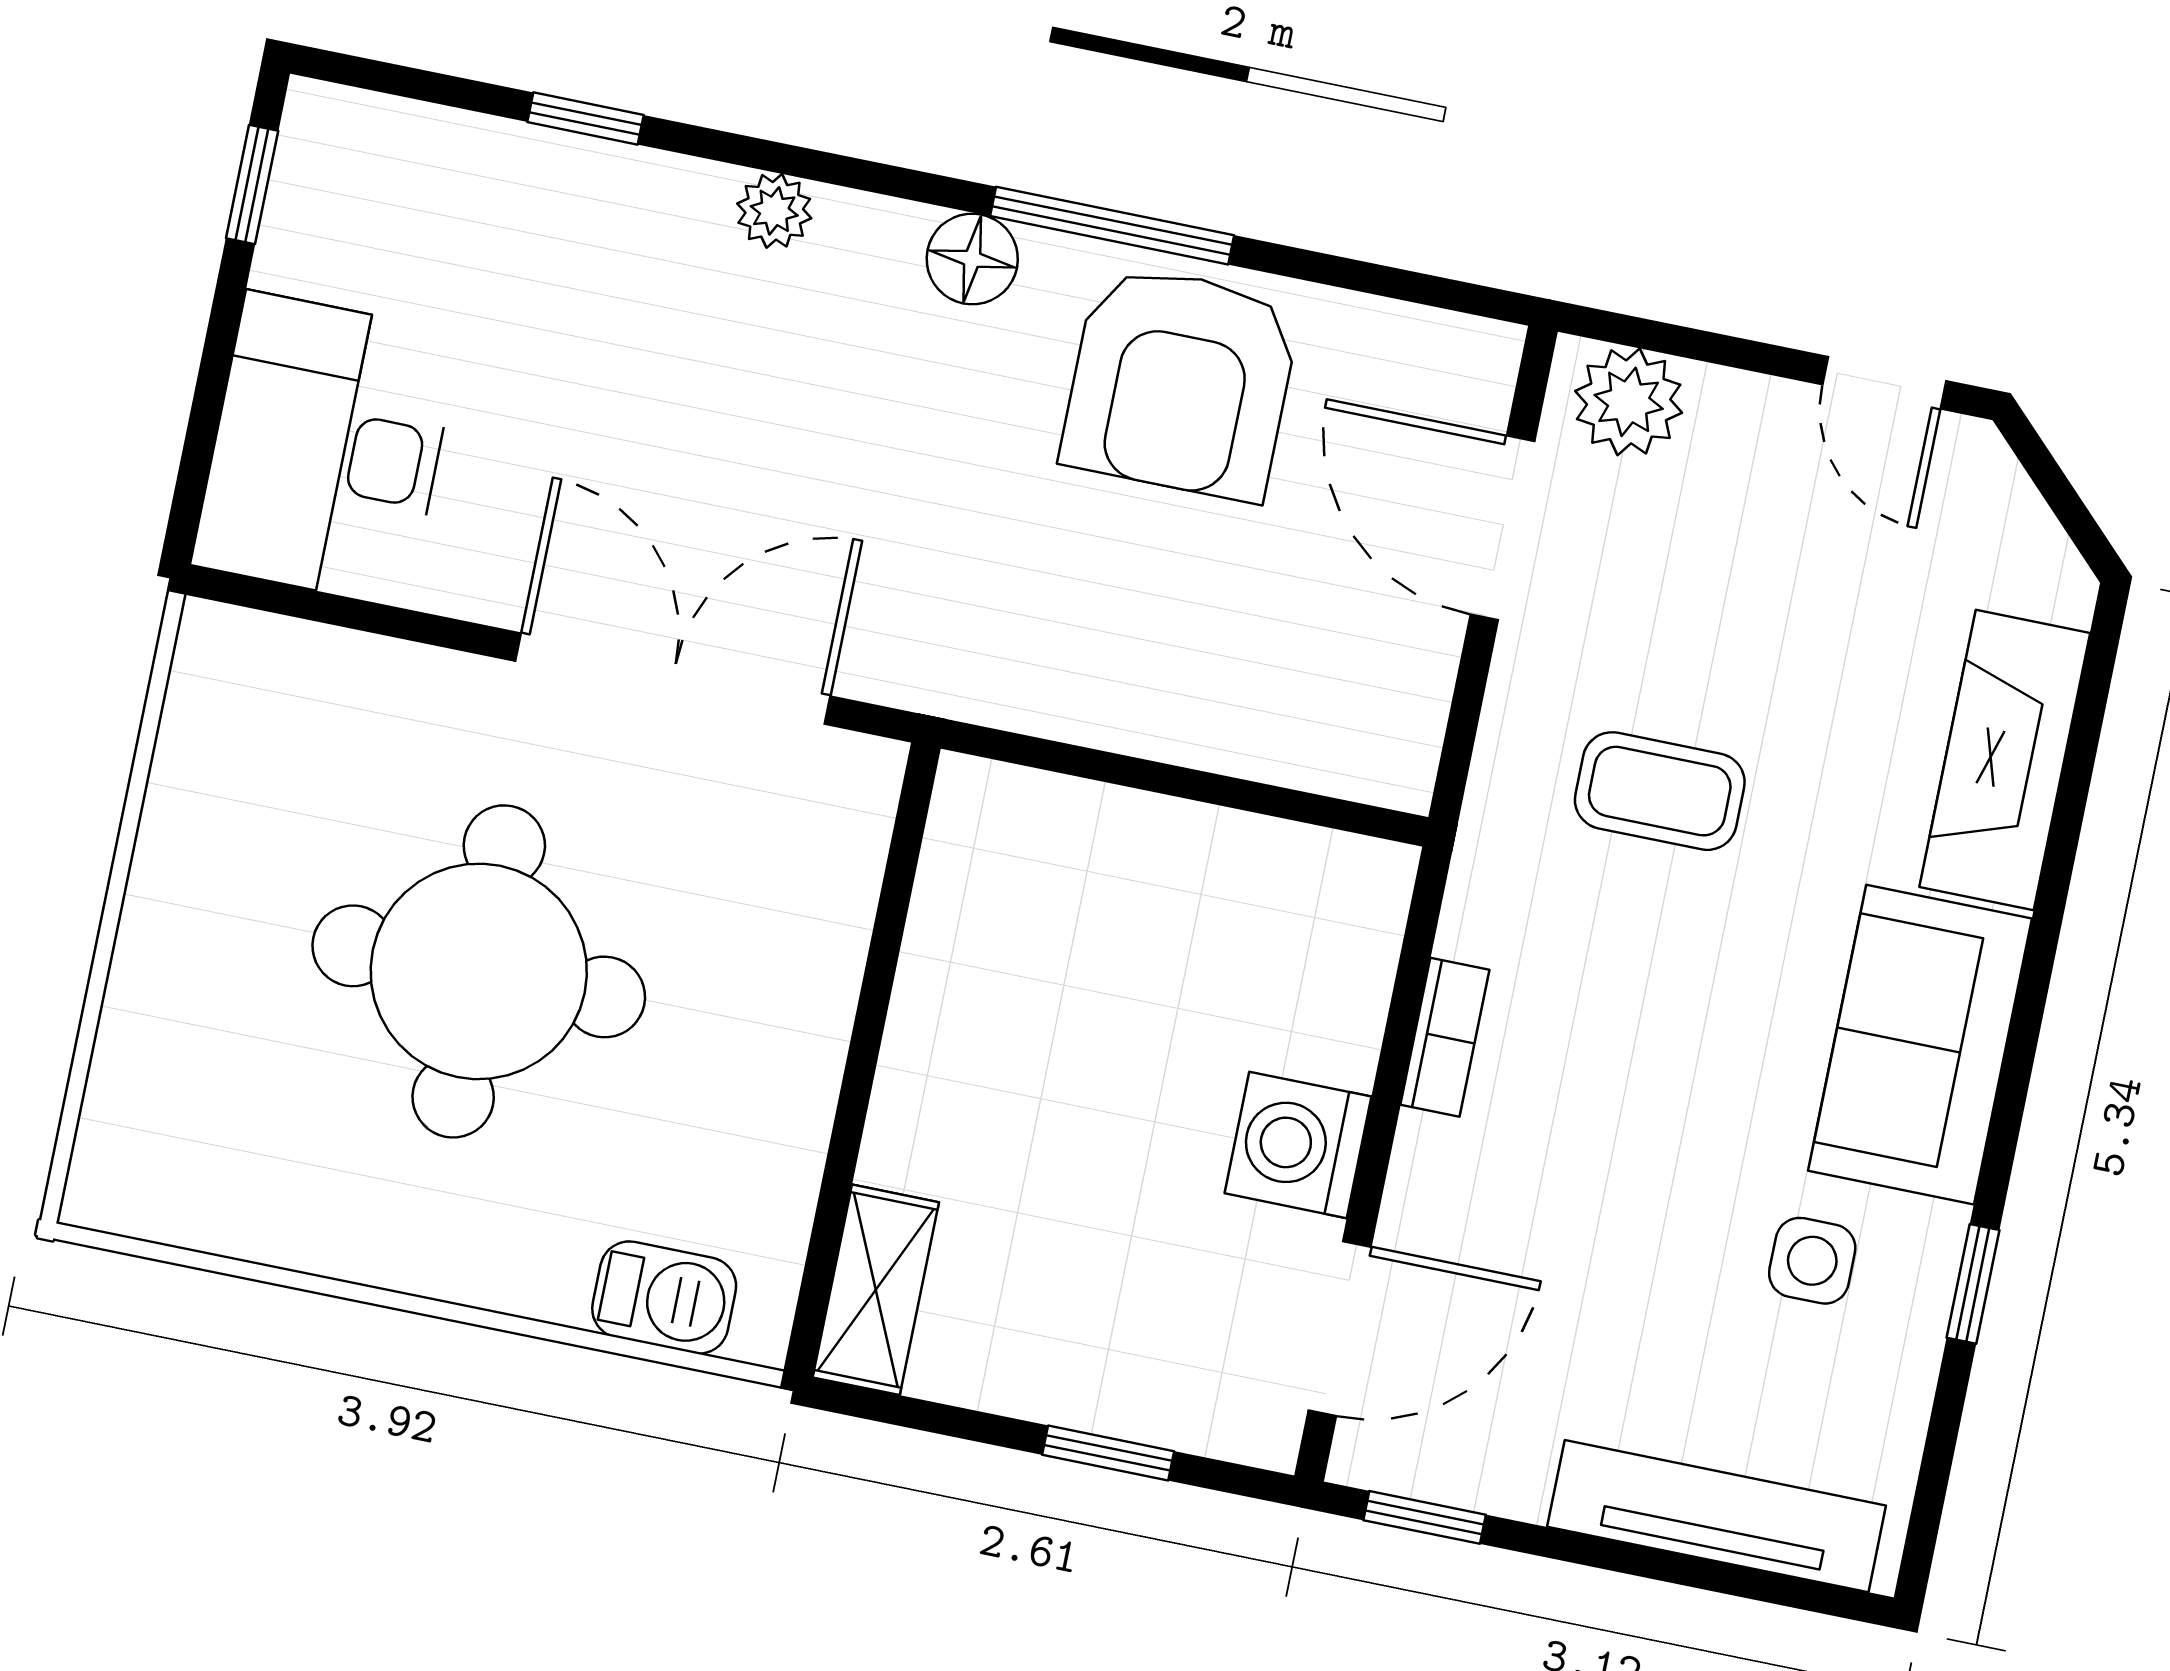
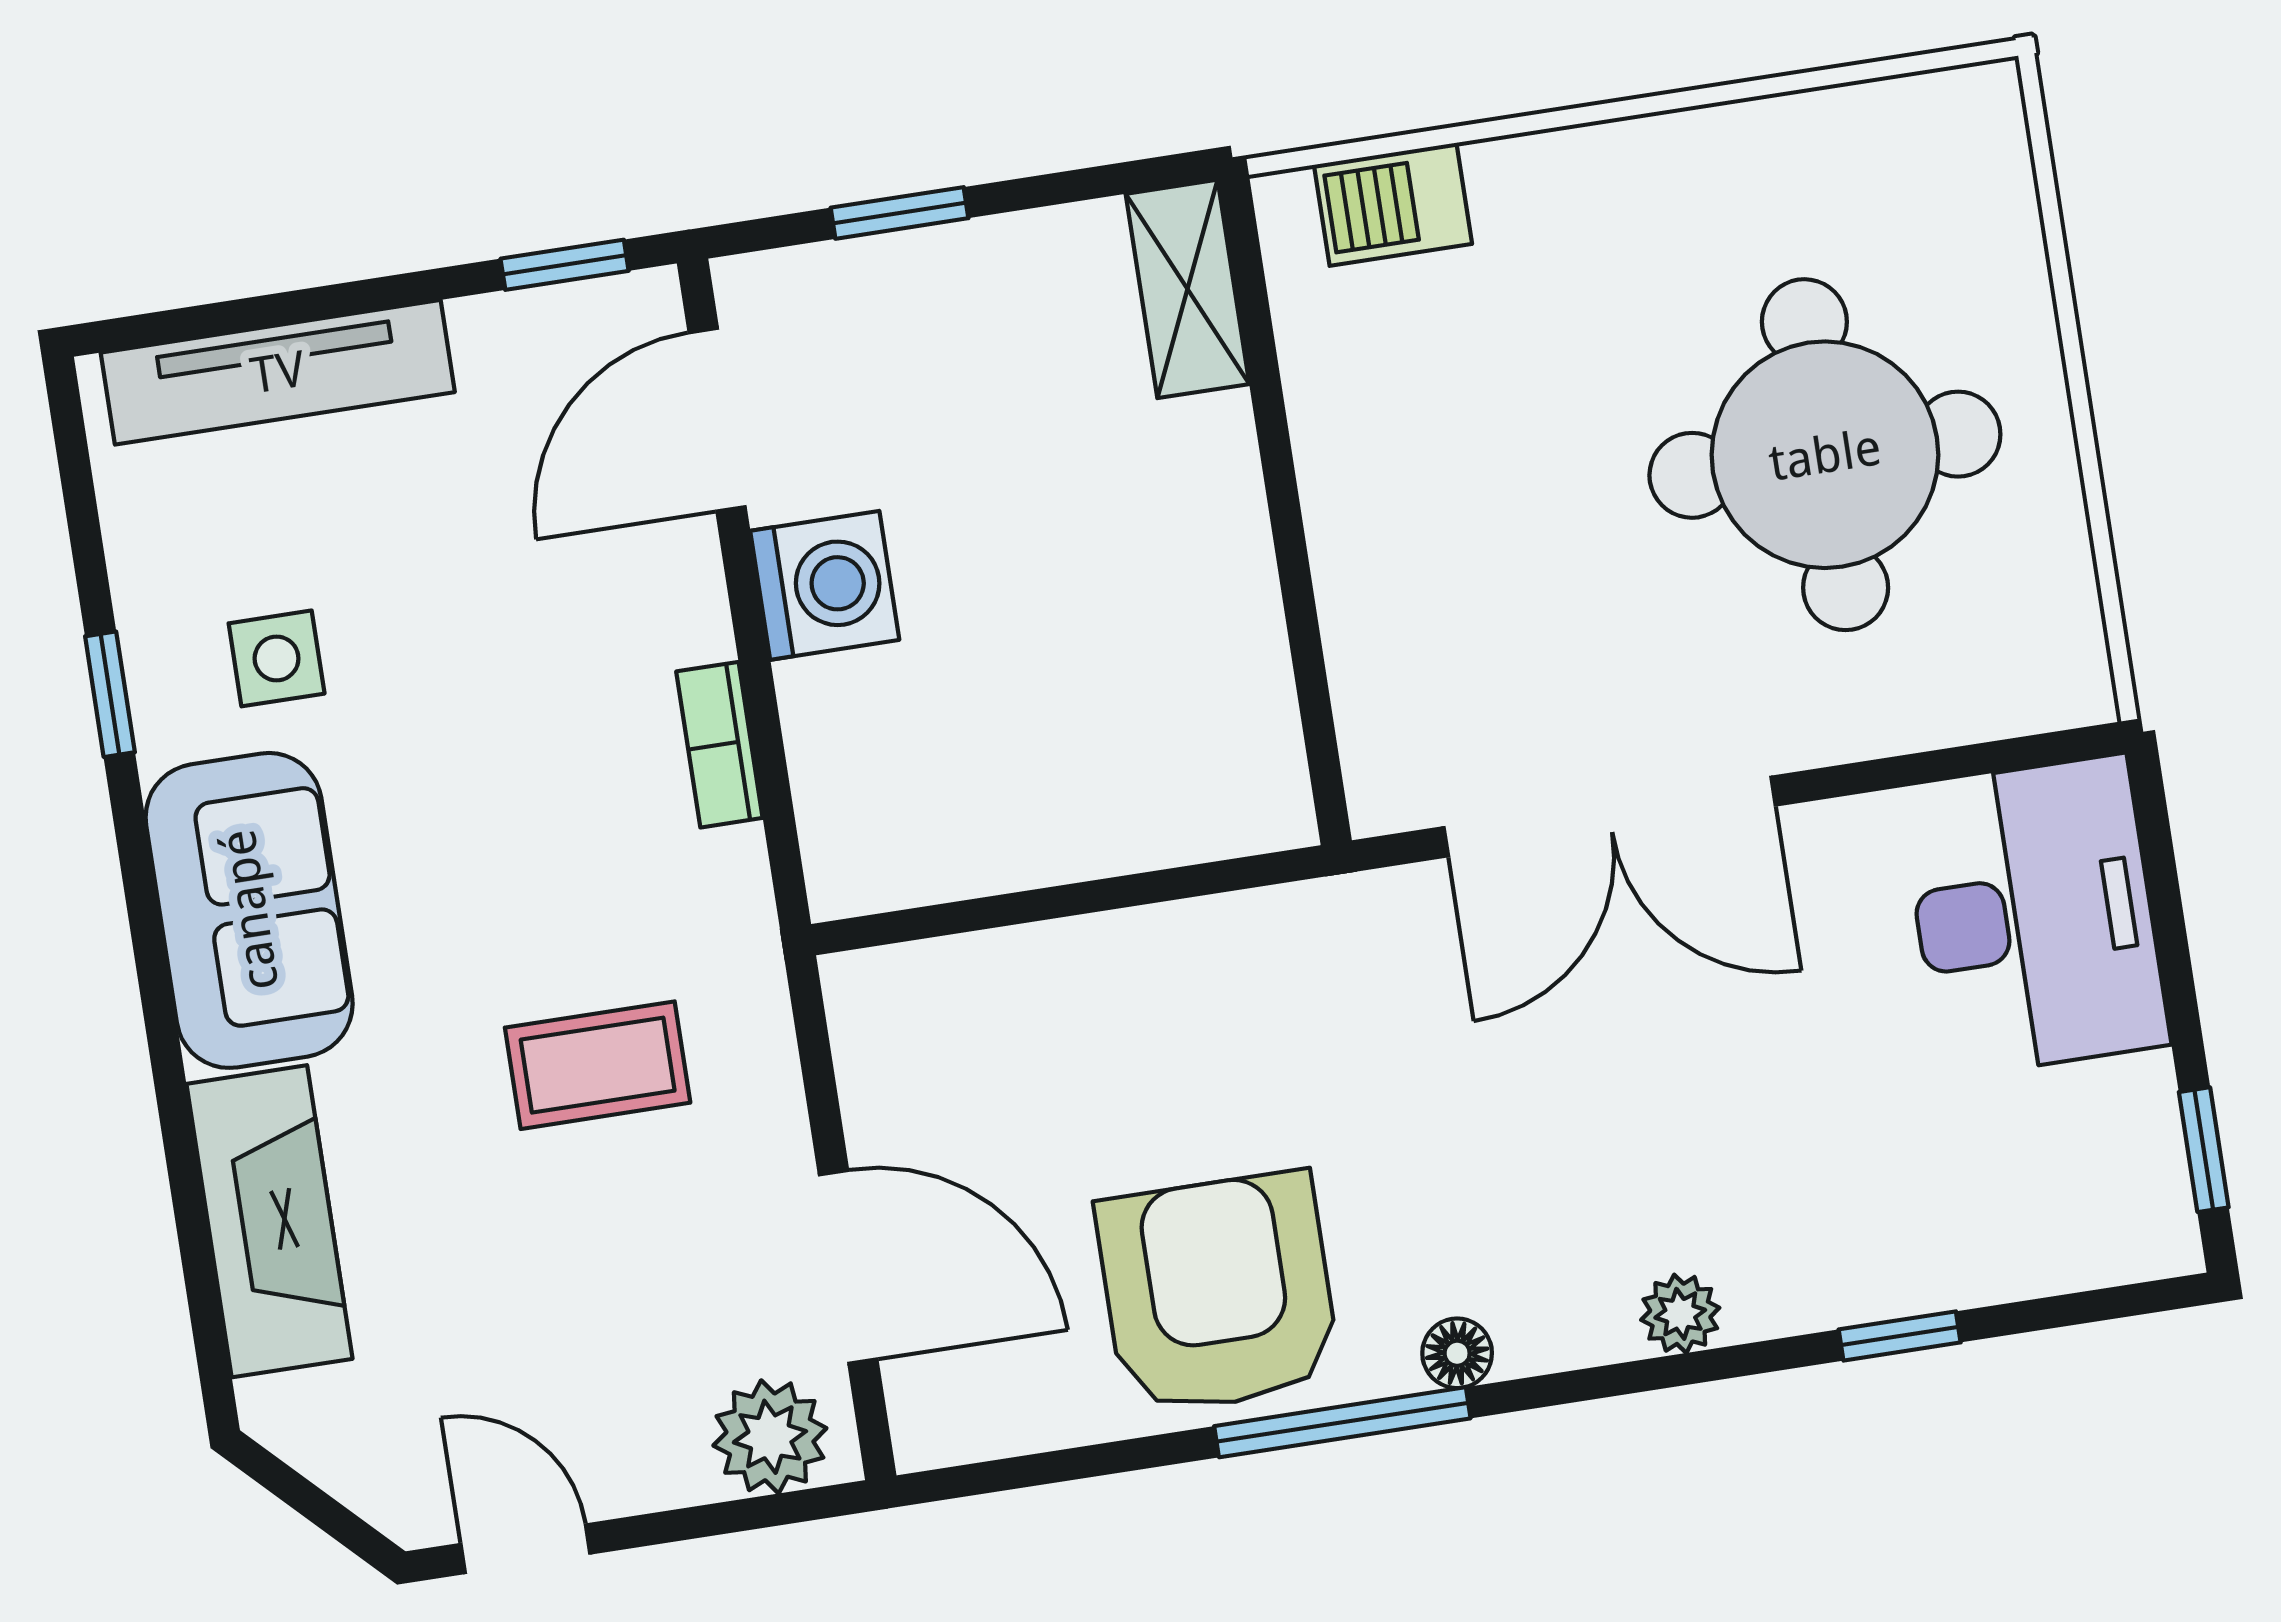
floor lamp: (972, 259) -> (1457, 1353), width x0.73, depth x0.73
round table: (479, 971) -> (1825, 455), moved

